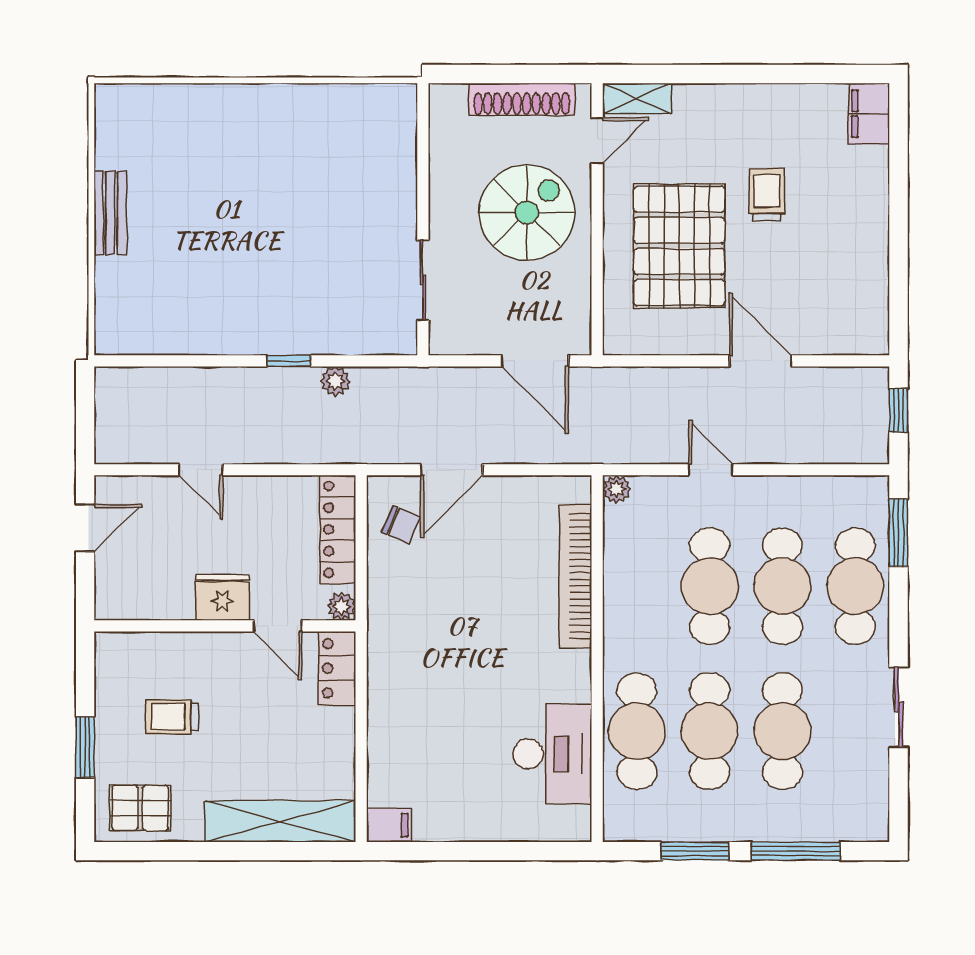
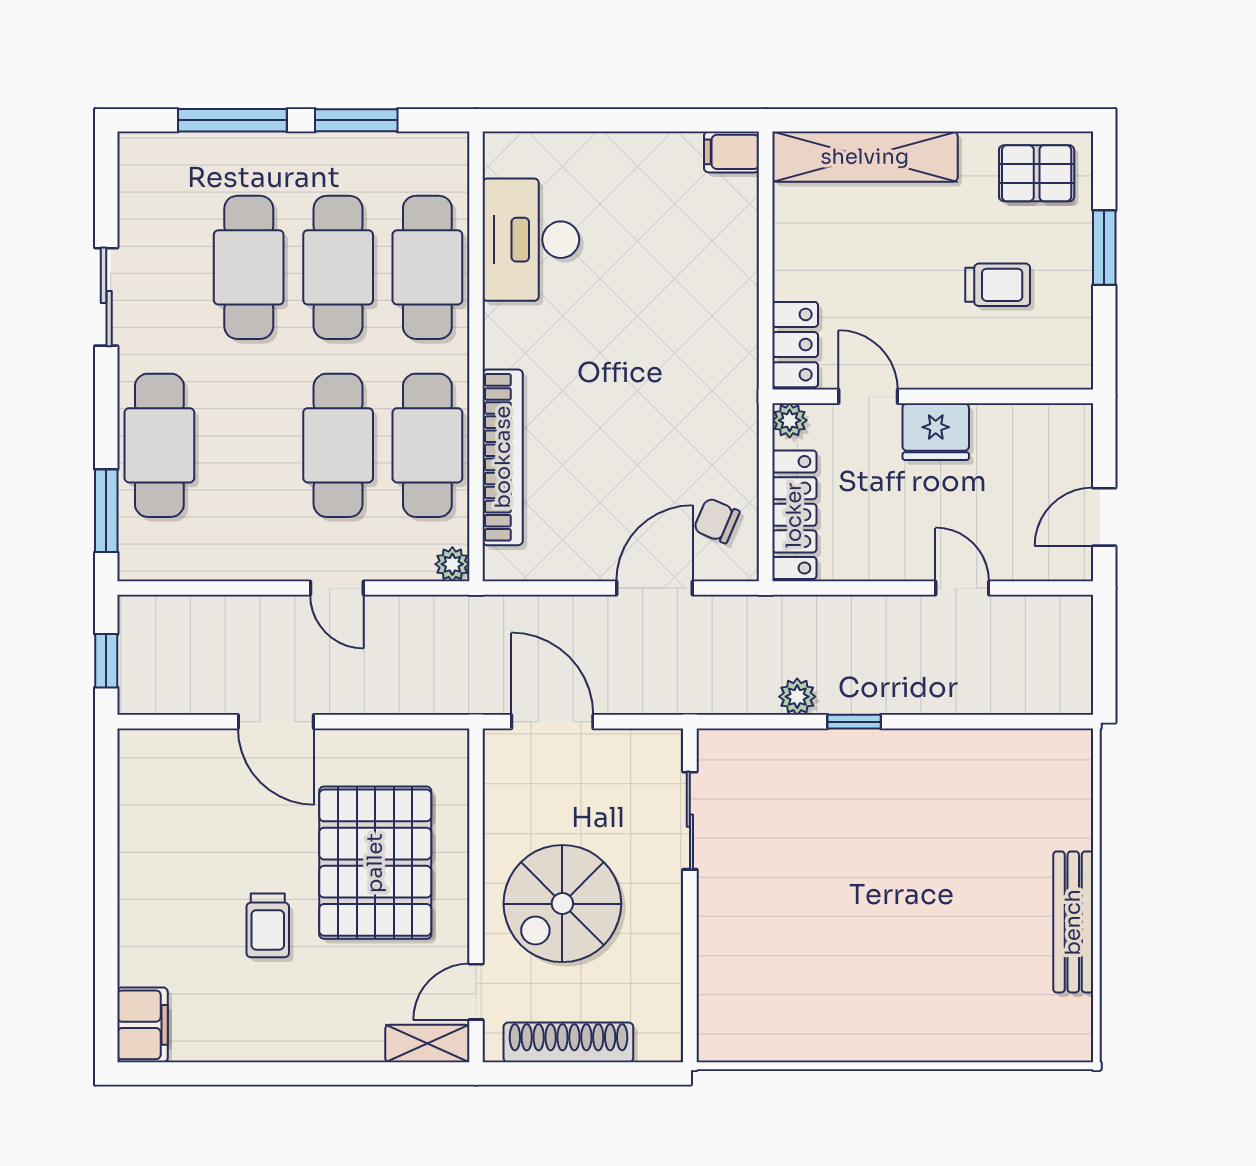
bench: (110, 213) -> (1073, 922), width x1.36
cafe table: (782, 586) -> (427, 445), moved

